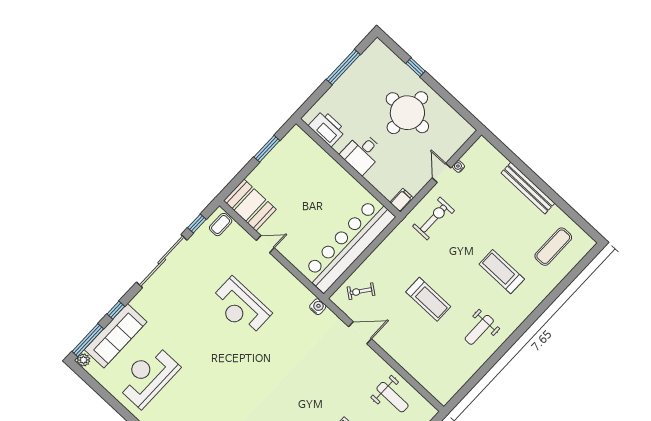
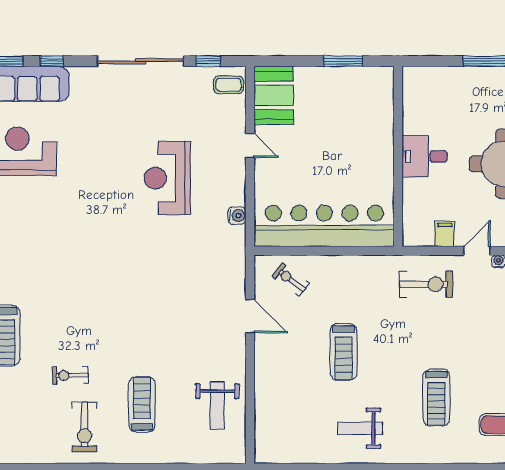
printer: (327, 128) -> (417, 101), removed
filing cabinet: (402, 200) -> (445, 234), moved, turned -90
treadmill: (502, 272) -> (436, 397), turned 180
water cooler: (318, 307) -> (237, 216), moved

